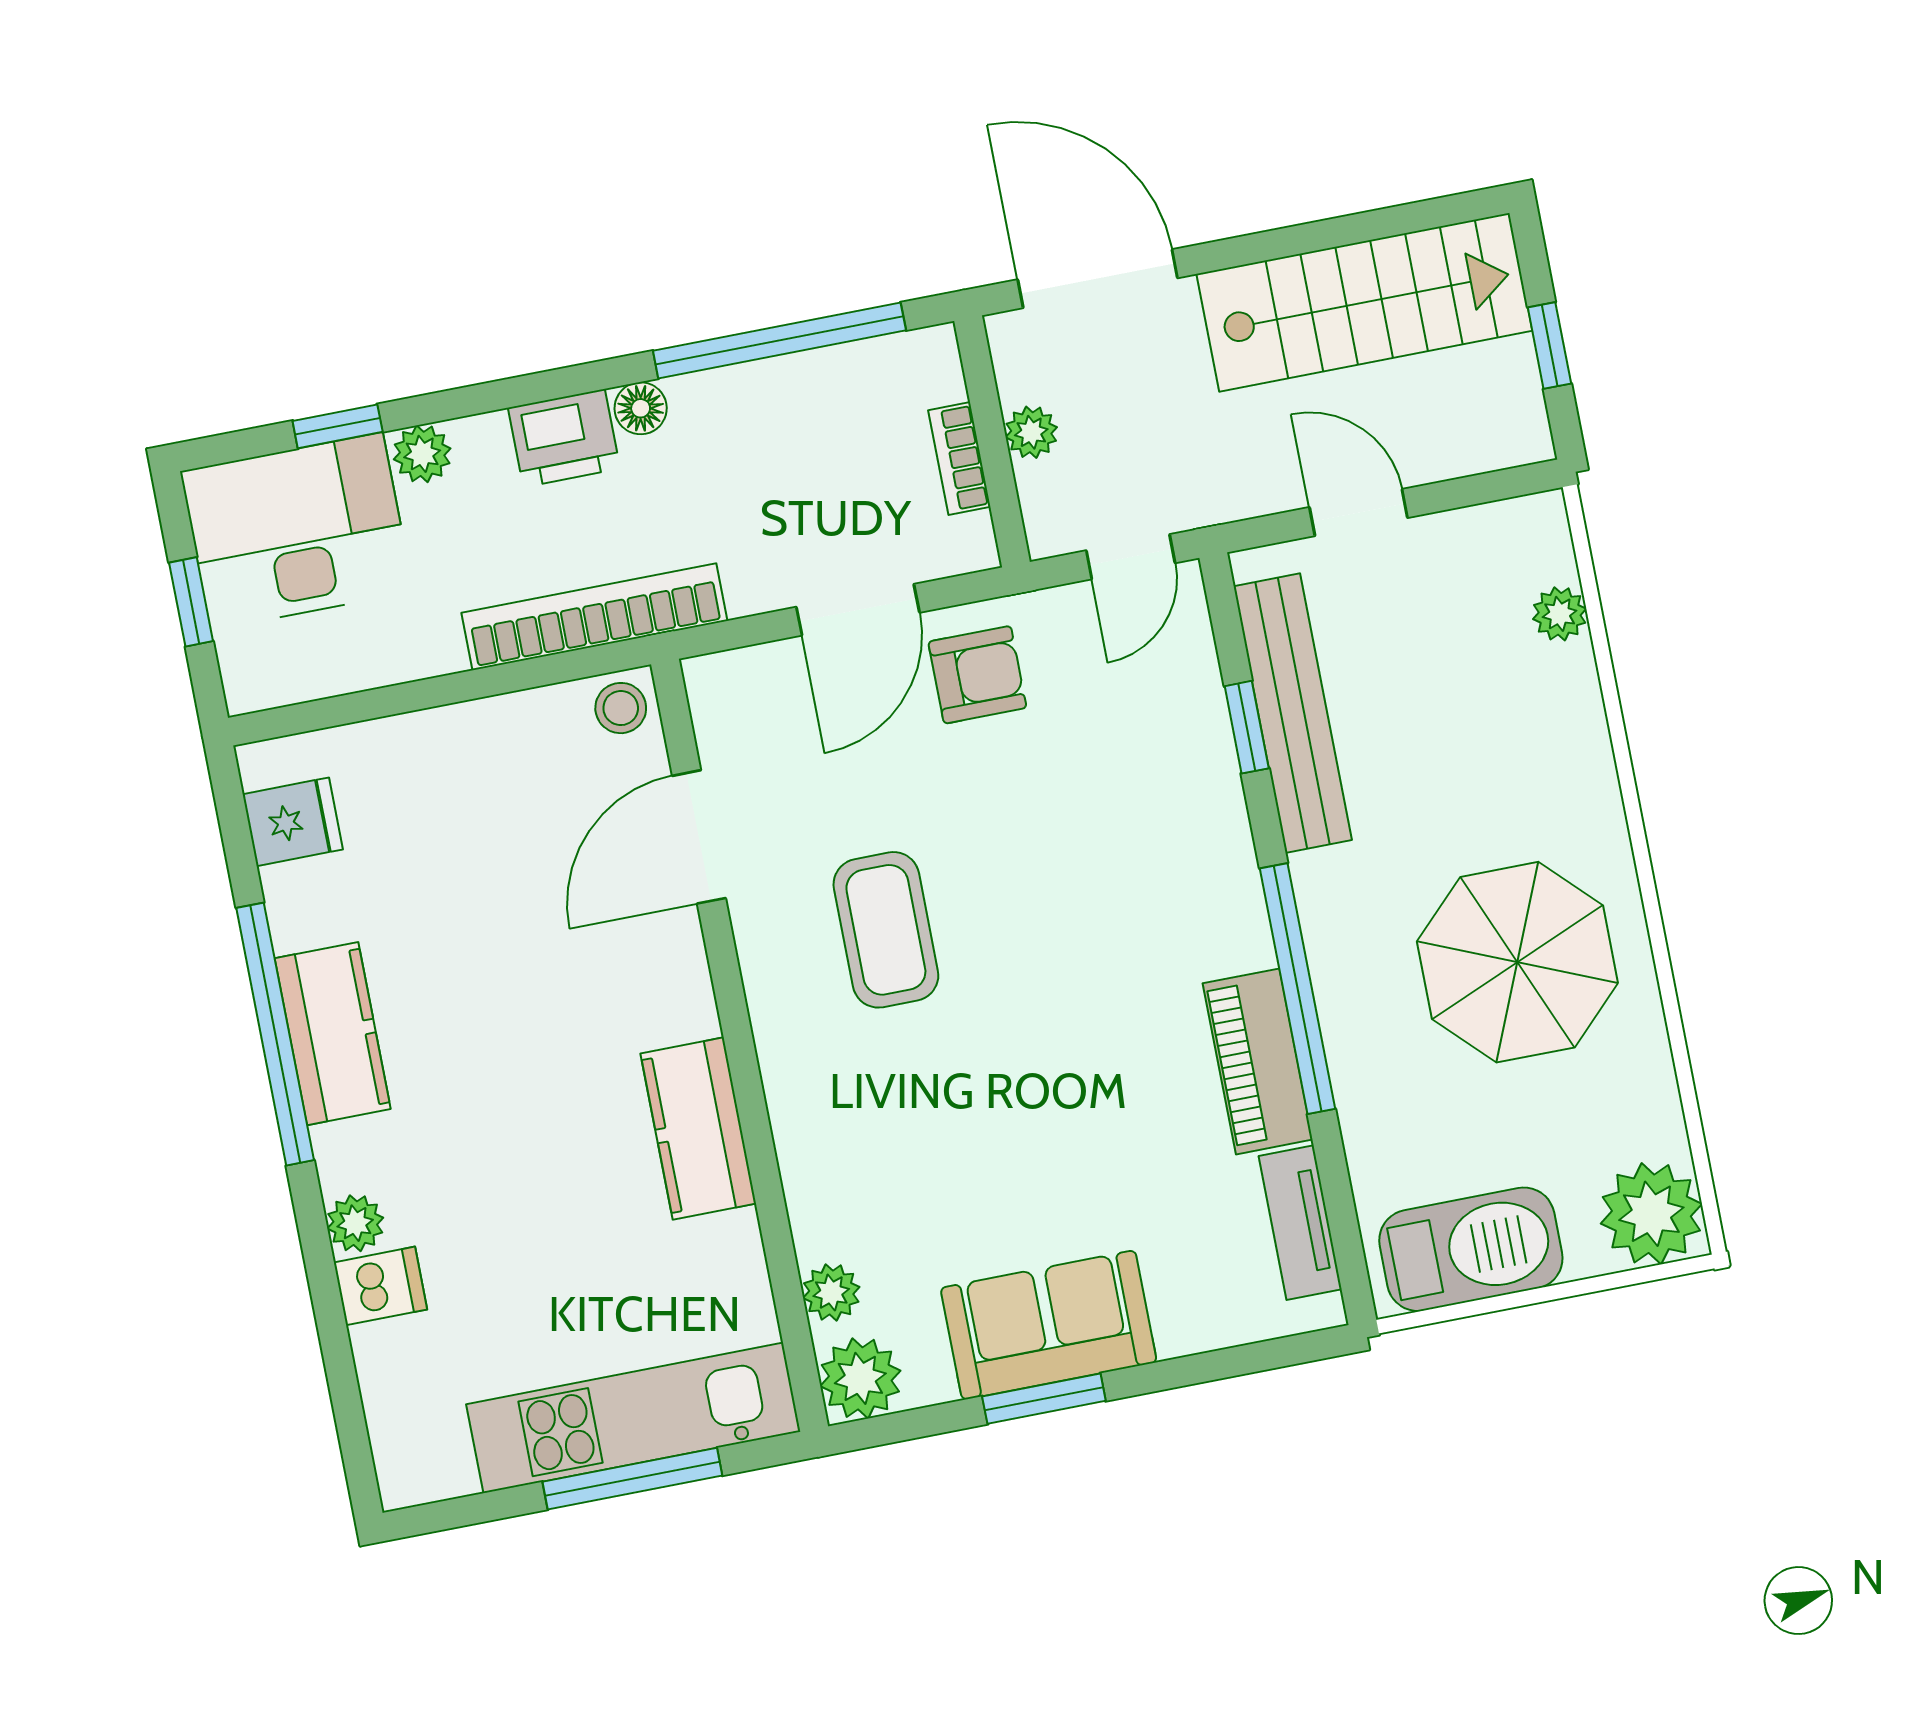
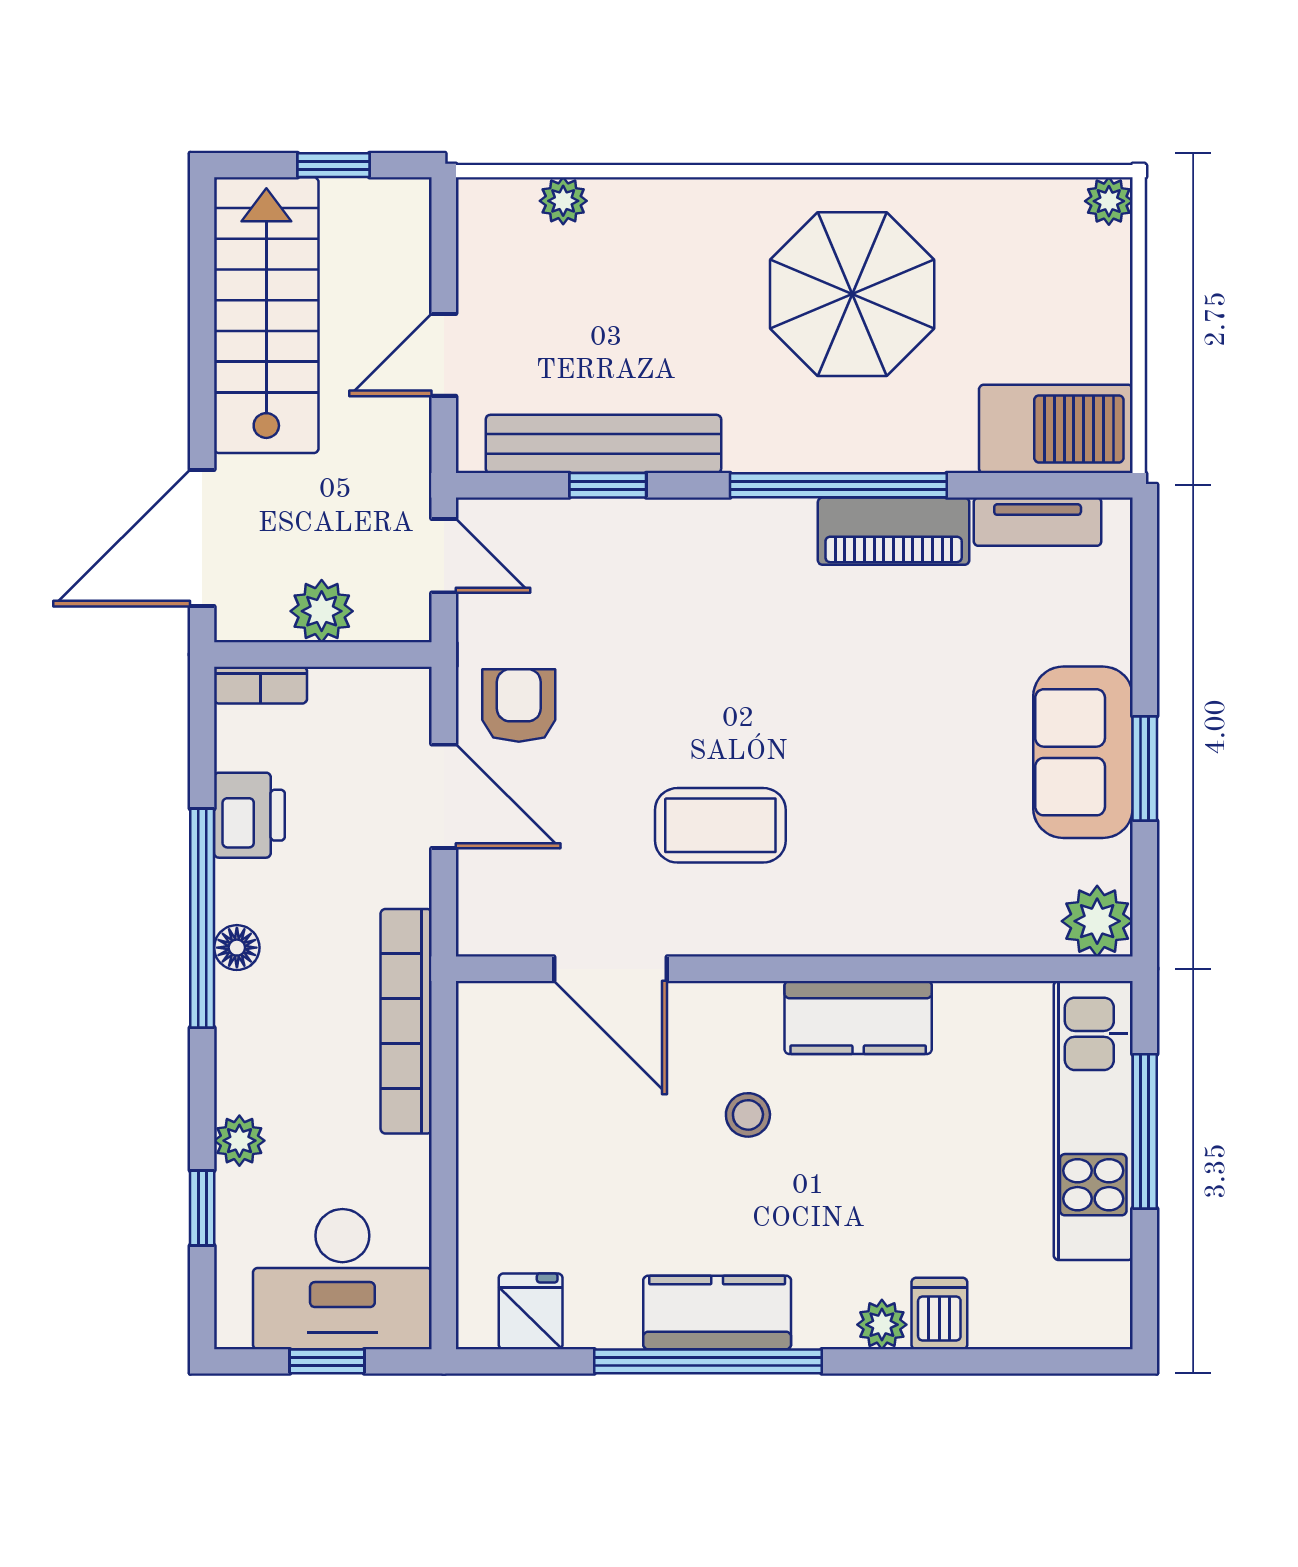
window: (779, 341) -> (202, 918), moved
plant: (1031, 432) -> (322, 611), width x1.38, depth x1.38
printer: (564, 438) -> (249, 815), moved
bookcase: (959, 459) -> (261, 685), moved
desk: (297, 531) -> (342, 1279), moved, turned -90
stool: (621, 708) -> (748, 1115), moved
plant: (1651, 1214) -> (1109, 201), width x0.53, depth x0.53
barbecue: (1471, 1249) -> (1056, 429), moved, turned 90
plant: (831, 1292) -> (1019, 932), removed

